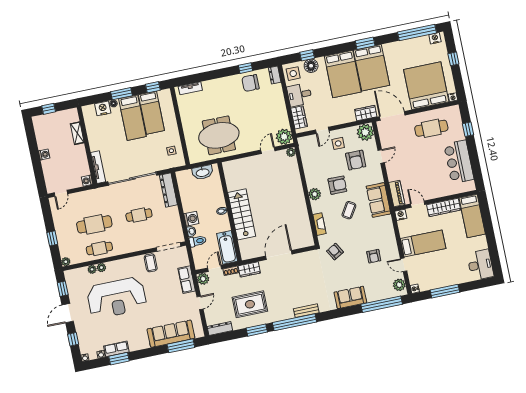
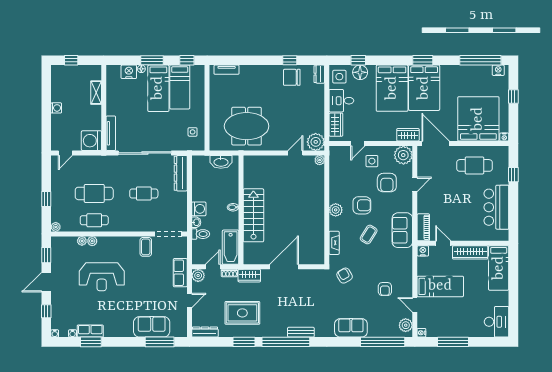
washing machine: (87, 181) -> (91, 141), width x1.89, depth x1.89
reception desk: (117, 298) -> (102, 277), width x0.74, depth x0.77
sofa: (171, 334) -> (152, 327), width x0.73

